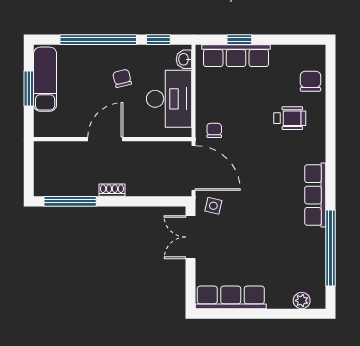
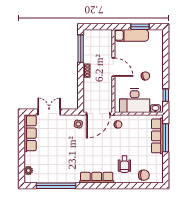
window: (98, 40) -> (166, 63), removed
window: (239, 40) -> (166, 138), width x2.17
exam couch: (45, 79) -> (131, 35), moved
row of seats: (315, 195) -> (97, 178), moved
double door: (191, 237) -> (49, 112), moved

